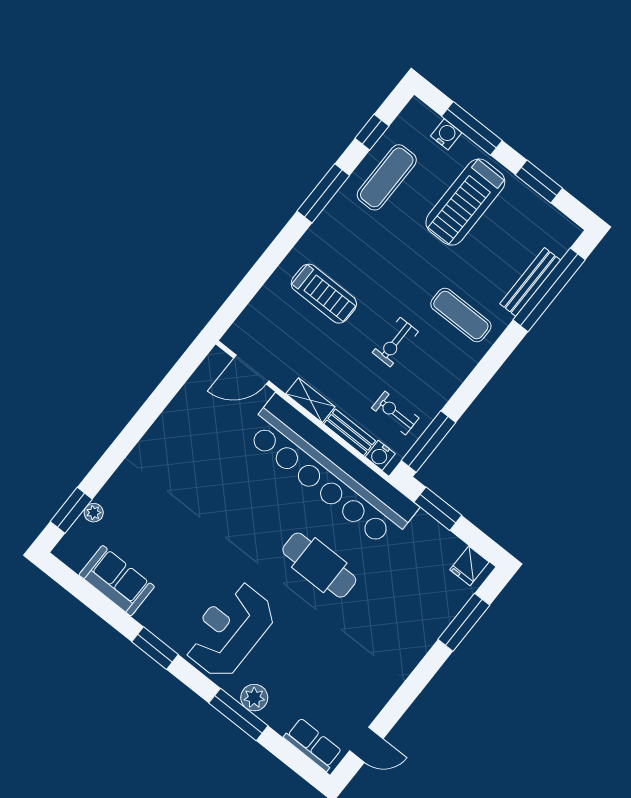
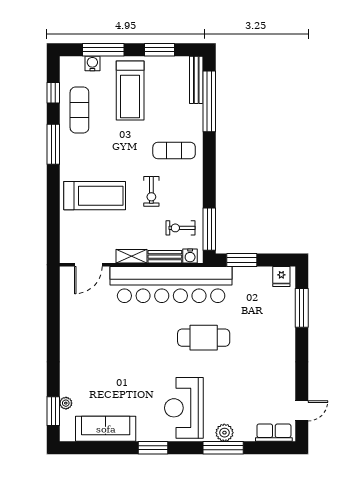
bench: (530, 282) -> (196, 80), moved
treadmill: (324, 294) -> (95, 196), width x1.37, depth x1.38
sofa: (117, 581) -> (106, 429), width x1.36

